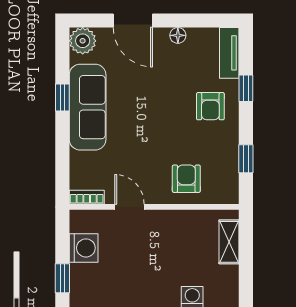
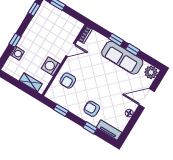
window: (62, 138) -> (116, 40), added
armchair: (186, 179) -> (68, 80), turned 90
washing machine: (84, 248) -> (51, 66), moved, turned 90

